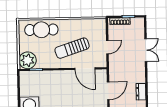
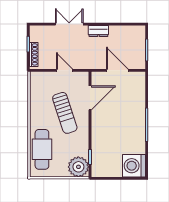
dresser: (141, 92) -> (98, 31), moved

